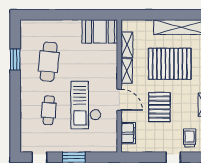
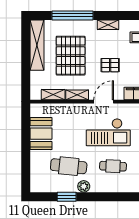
booth: (100, 31) -> (41, 134), moved
plant: (27, 78) -> (84, 186), added
pallet: (159, 107) -> (110, 65), width x0.67, depth x0.71

